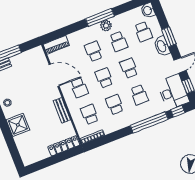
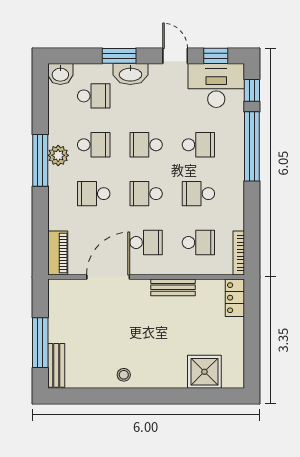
school desk: (90, 114) -> (198, 242), turned 180
shower: (18, 125) -> (204, 372), moved
locker: (64, 146) -> (235, 298), width x0.66

